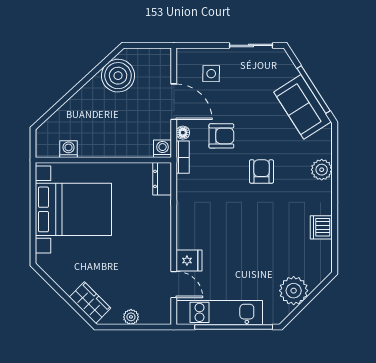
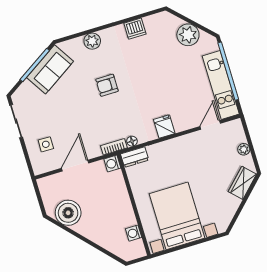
floor lamp: (183, 133) -> (132, 141), moved
armchair: (221, 136) -> (90, 123), removed
fridge: (189, 261) -> (164, 126), moved

